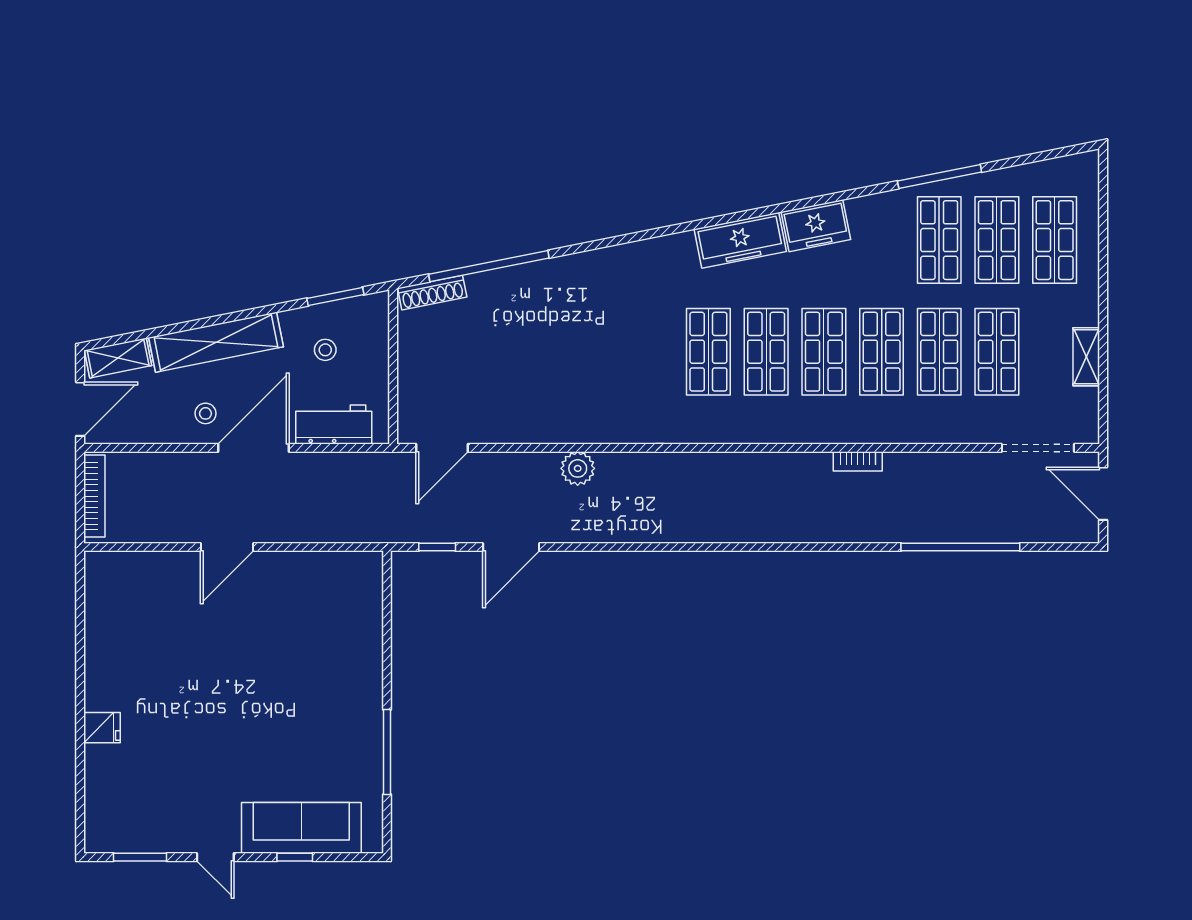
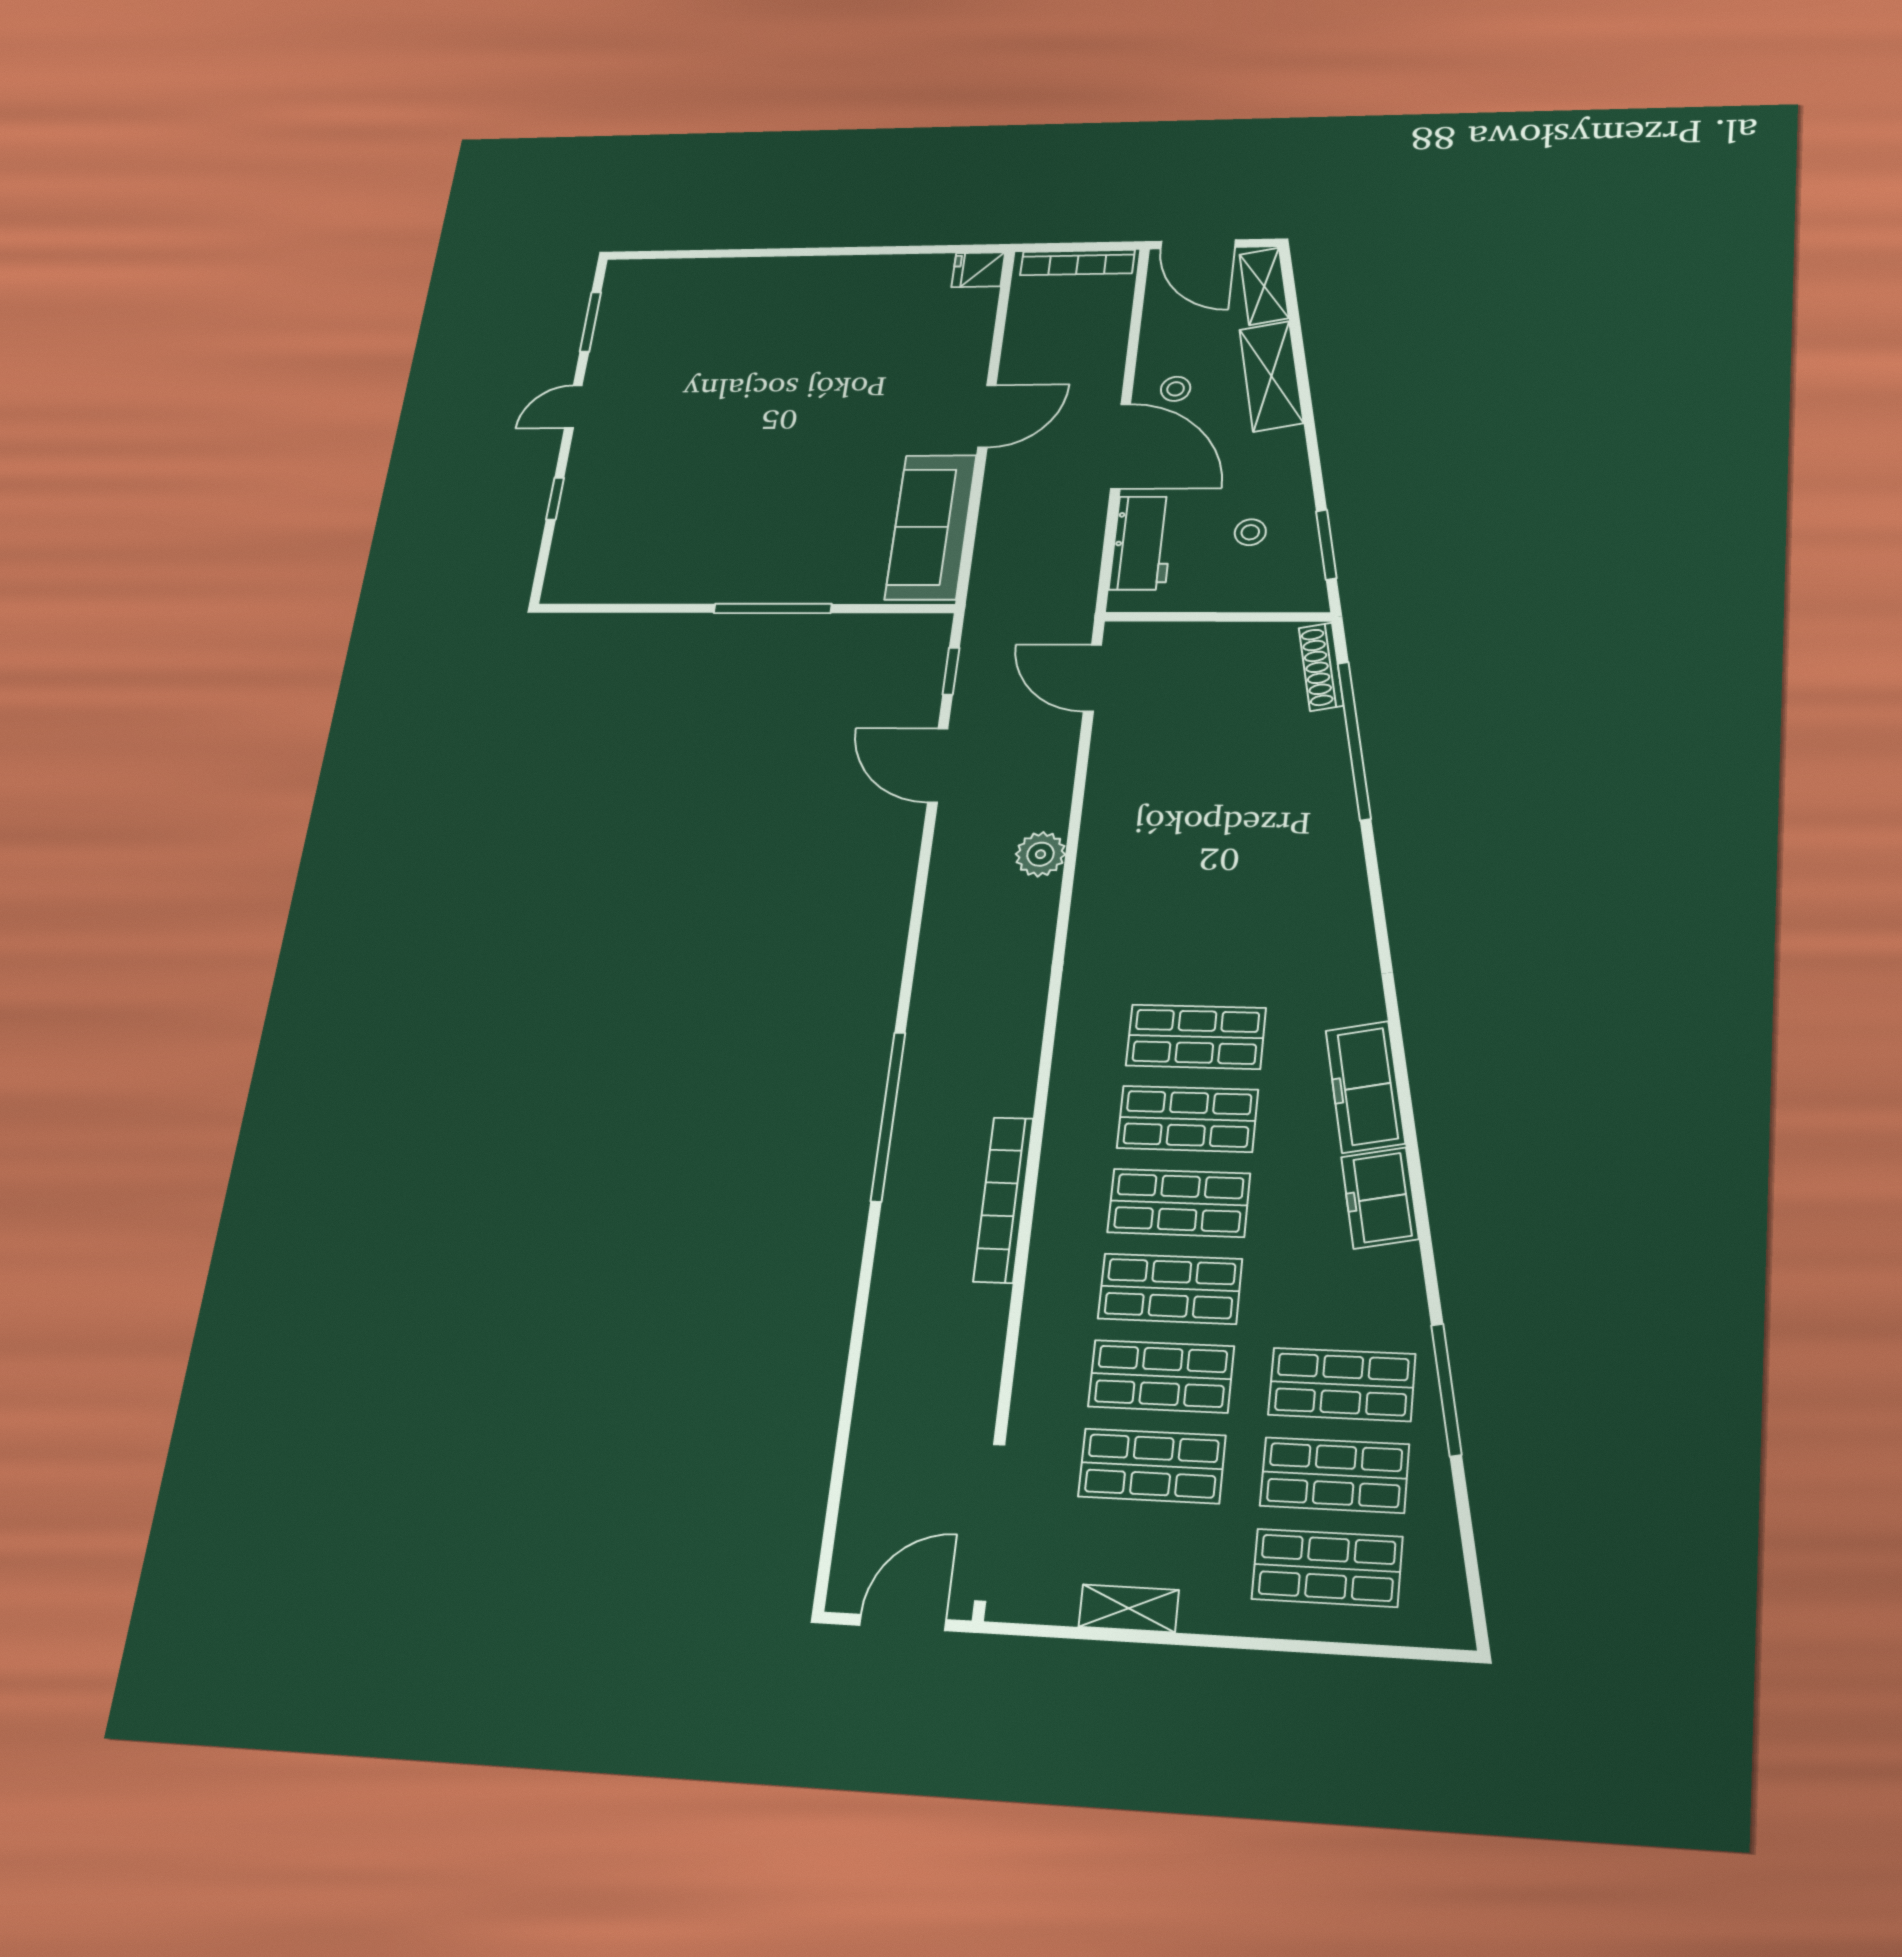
shelving: (216, 342) -> (1271, 376), width x0.68
doorway: (1038, 448) -> (990, 1522), width x1.36
bookcase: (858, 461) -> (1003, 1200), width x2.31, depth x1.31
door: (227, 547) -> (987, 416), swing flipped
window: (960, 547) -> (888, 1116), moved
fridge: (102, 728) -> (978, 270), moved, turned 90
window: (387, 752) -> (773, 608), moved
sofa: (301, 828) -> (931, 527), moved, turned 180

